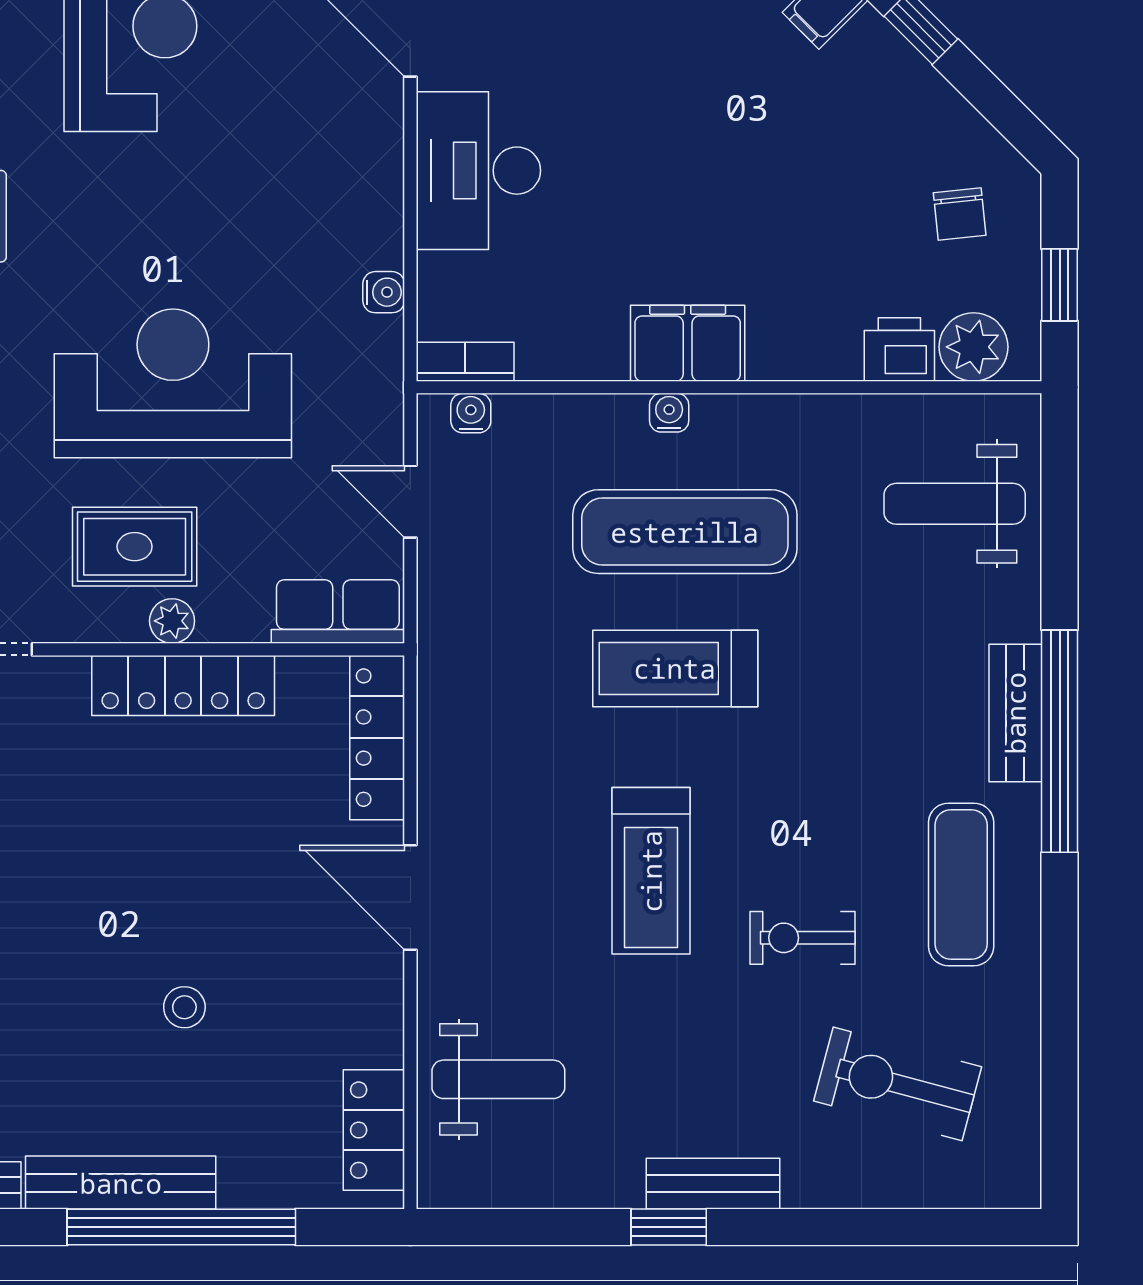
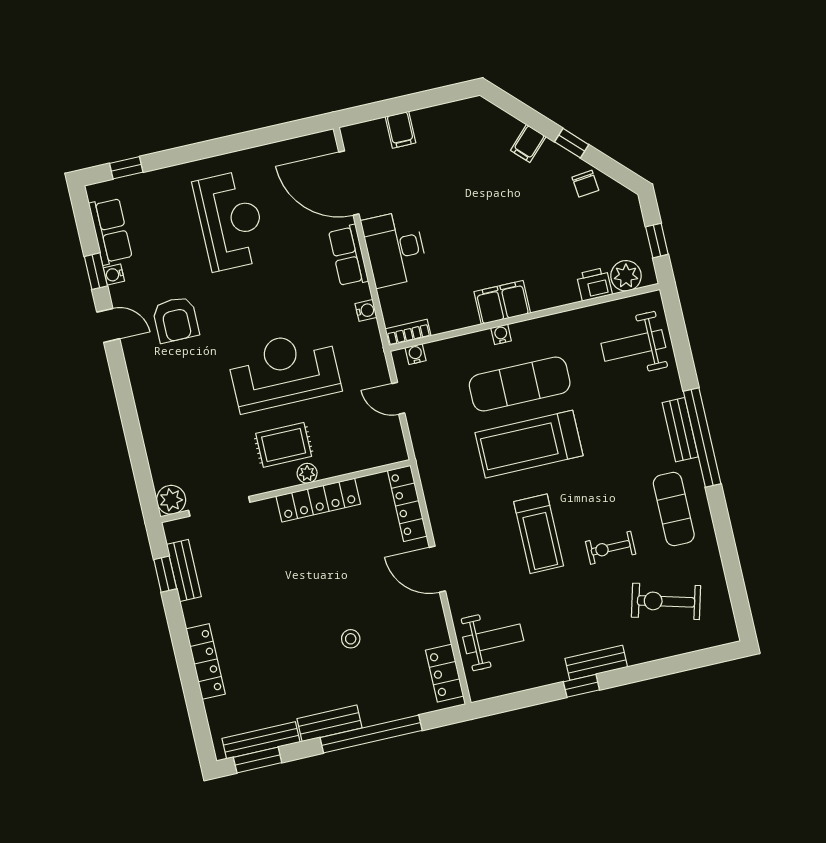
chair: (960, 214) -> (585, 184), moved
row of seats: (338, 612) -> (348, 256), moved, turned -90
treadmill: (675, 668) -> (529, 444), width x1.37, depth x1.38
bench: (121, 1183) -> (330, 723), width x0.73

